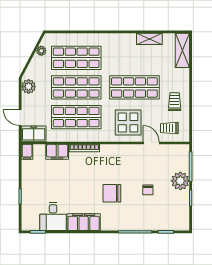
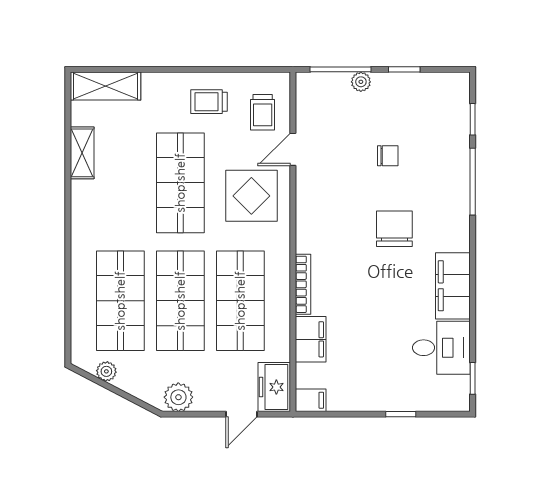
plant: (180, 181) -> (361, 82), width x0.53, depth x0.53
chair: (112, 193) -> (394, 229), turned 180

